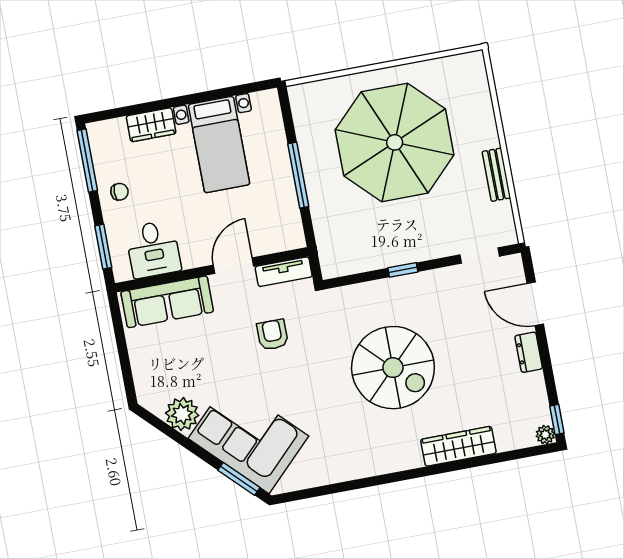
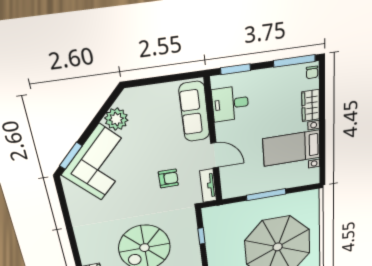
chair: (120, 192) -> (312, 72), moved
window: (403, 270) -> (201, 236), moved

